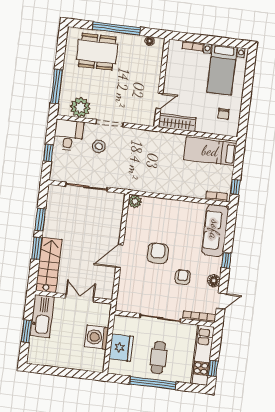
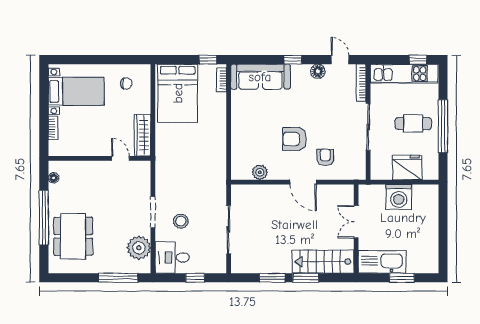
bed: (210, 151) -> (178, 93), width x1.50
plant: (135, 201) -> (260, 172), moved
armchair: (183, 277) -> (325, 157), moved, turned 90

